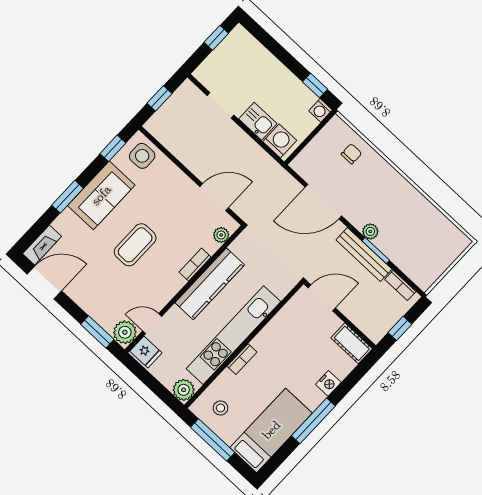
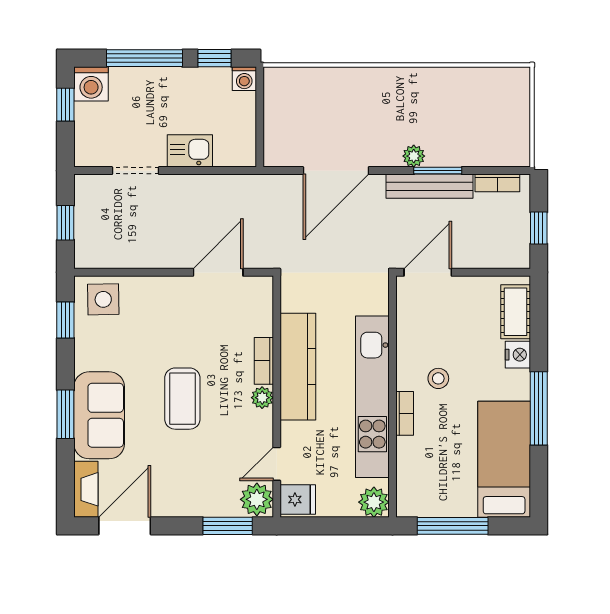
window: (279, 52) -> (144, 58), added
washing machine: (280, 141) -> (91, 84), moved, turned 180
chair: (351, 154) -> (319, 94), removed
sofa: (101, 195) -> (99, 415), moved
plant: (221, 235) -> (262, 398), moved
cot: (352, 343) -> (516, 312), moved, turned 90
stool: (220, 408) -> (438, 378), moved

